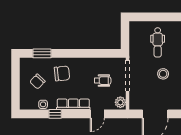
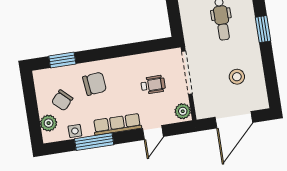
stool: (163, 74) -> (237, 77), moved
plant: (25, 96) -> (49, 123), added
window: (55, 114) -> (94, 142), width x2.17

